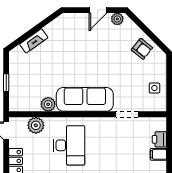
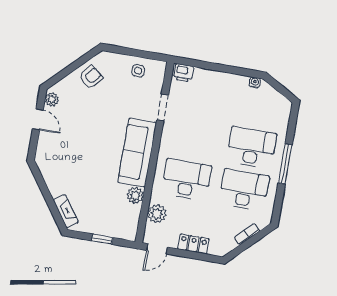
fireplace: (34, 41) -> (66, 211), moved
printer: (159, 139) -> (183, 73), moved
filing cabinet: (158, 154) -> (215, 80), removed

